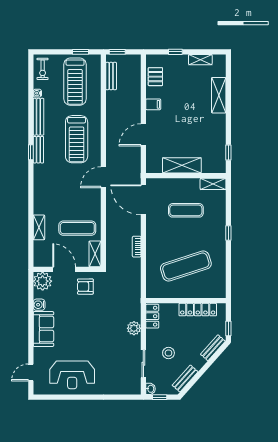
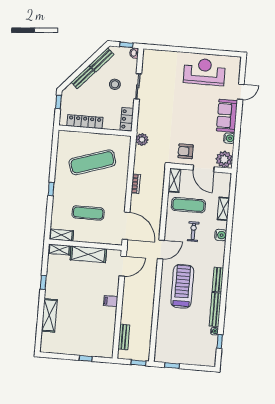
shelving: (200, 60) -> (59, 250), moved
exercise bike: (43, 69) -> (193, 232), moved
bench: (111, 76) -> (124, 337), moved
pallet: (155, 77) -> (106, 337), removed
treadmill: (75, 82) -> (179, 339), removed
filing cabinet: (153, 104) -> (111, 301), moved
door: (143, 135) -> (123, 266), moved
window: (31, 152) -> (220, 341), moved
window: (228, 153) -> (43, 282), moved
water cooler: (39, 198) -> (221, 235), added
armchair: (85, 287) -> (186, 151), turned 180
plant: (134, 328) -> (142, 140), moved
bench: (213, 348) -> (83, 77), moved
sliding door: (143, 364) -> (138, 86), moved
door: (31, 372) -> (241, 92), moved

